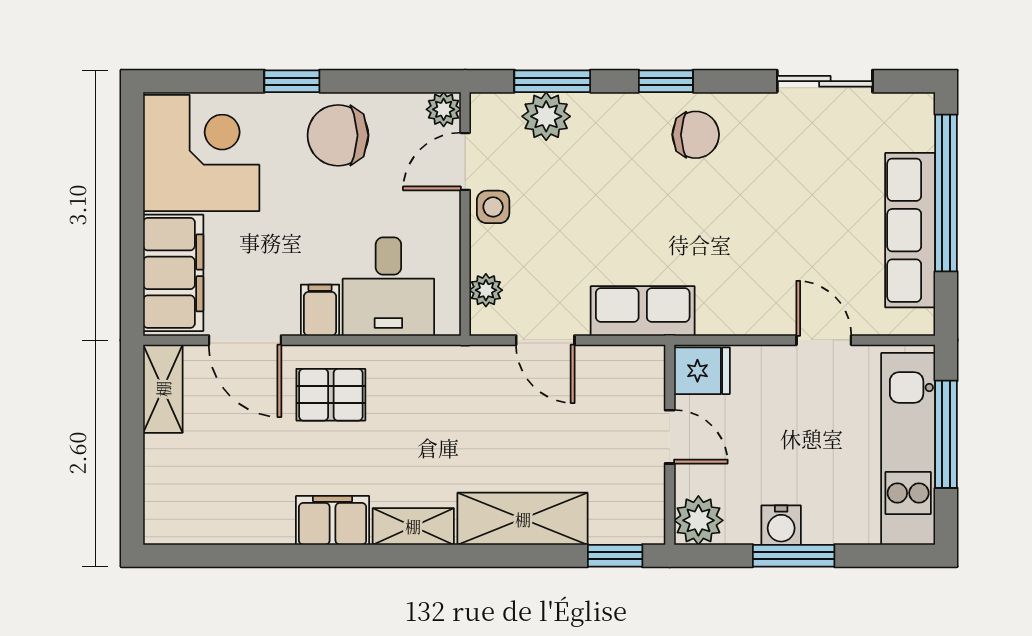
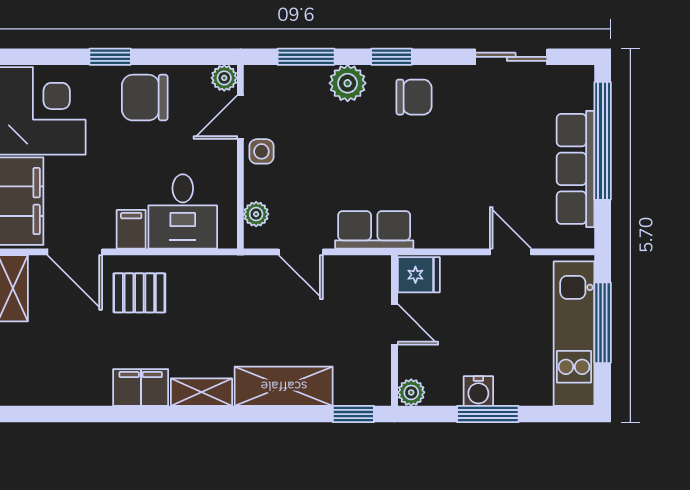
plant: (546, 116) -> (348, 83), moved
plant: (698, 520) -> (411, 392), width x0.73, depth x0.73

